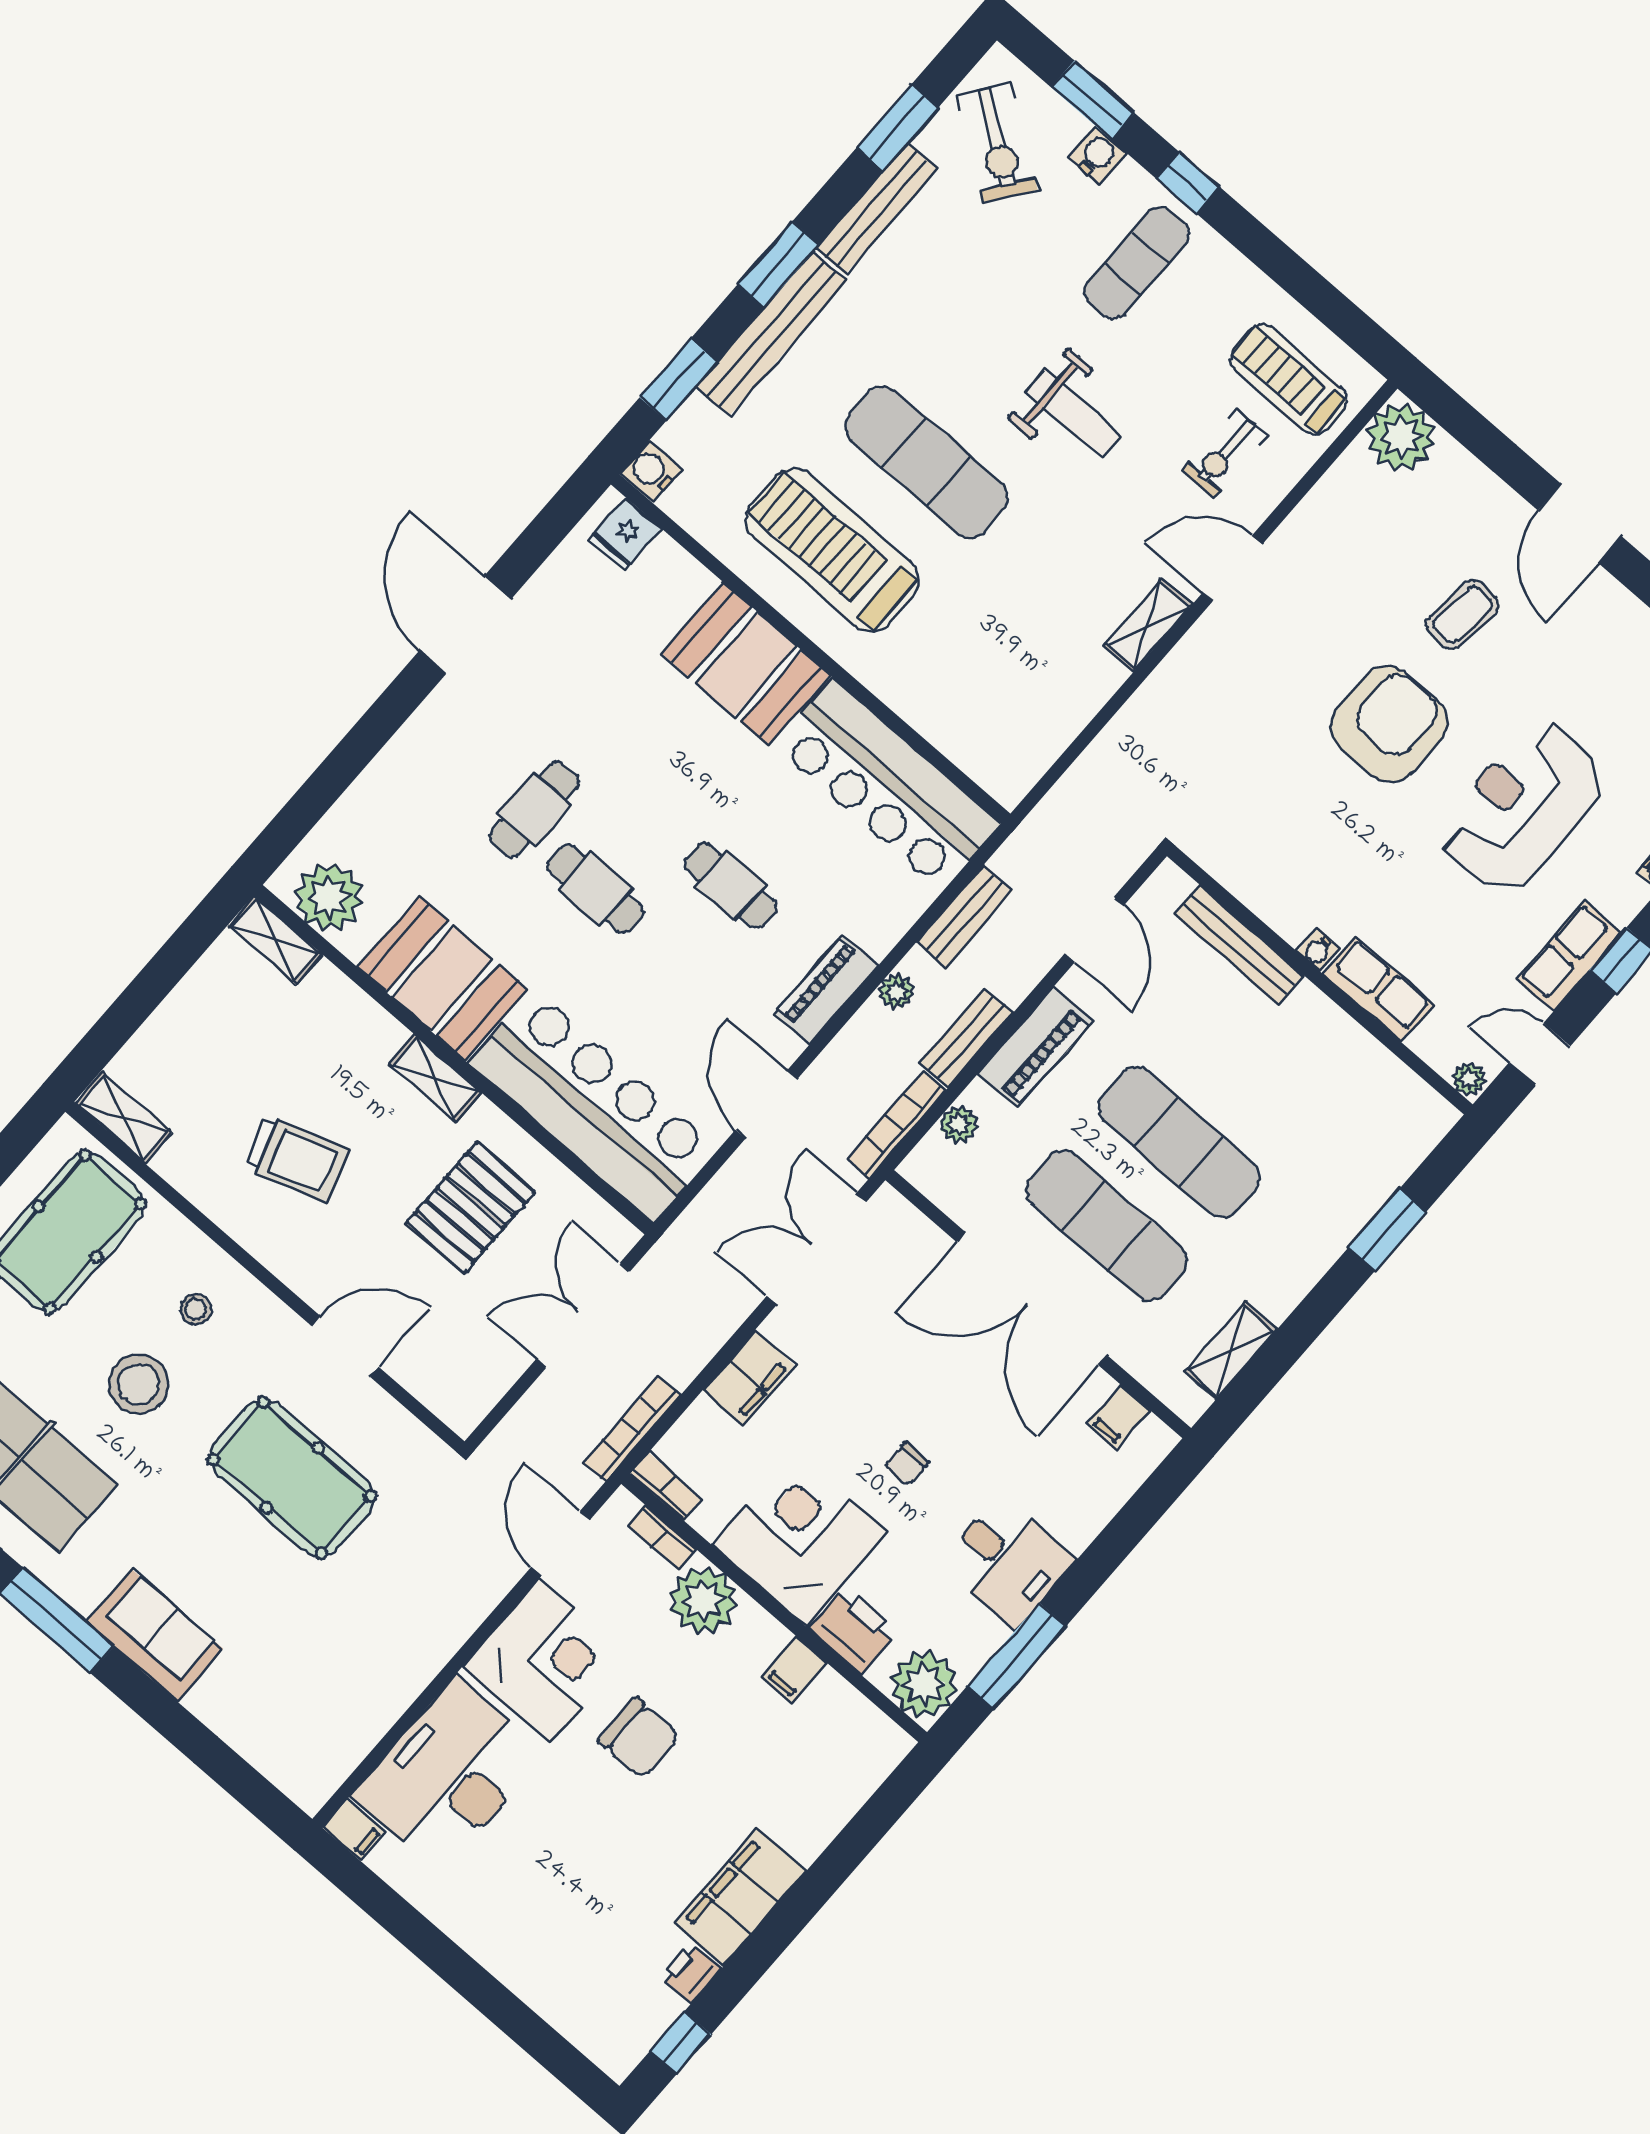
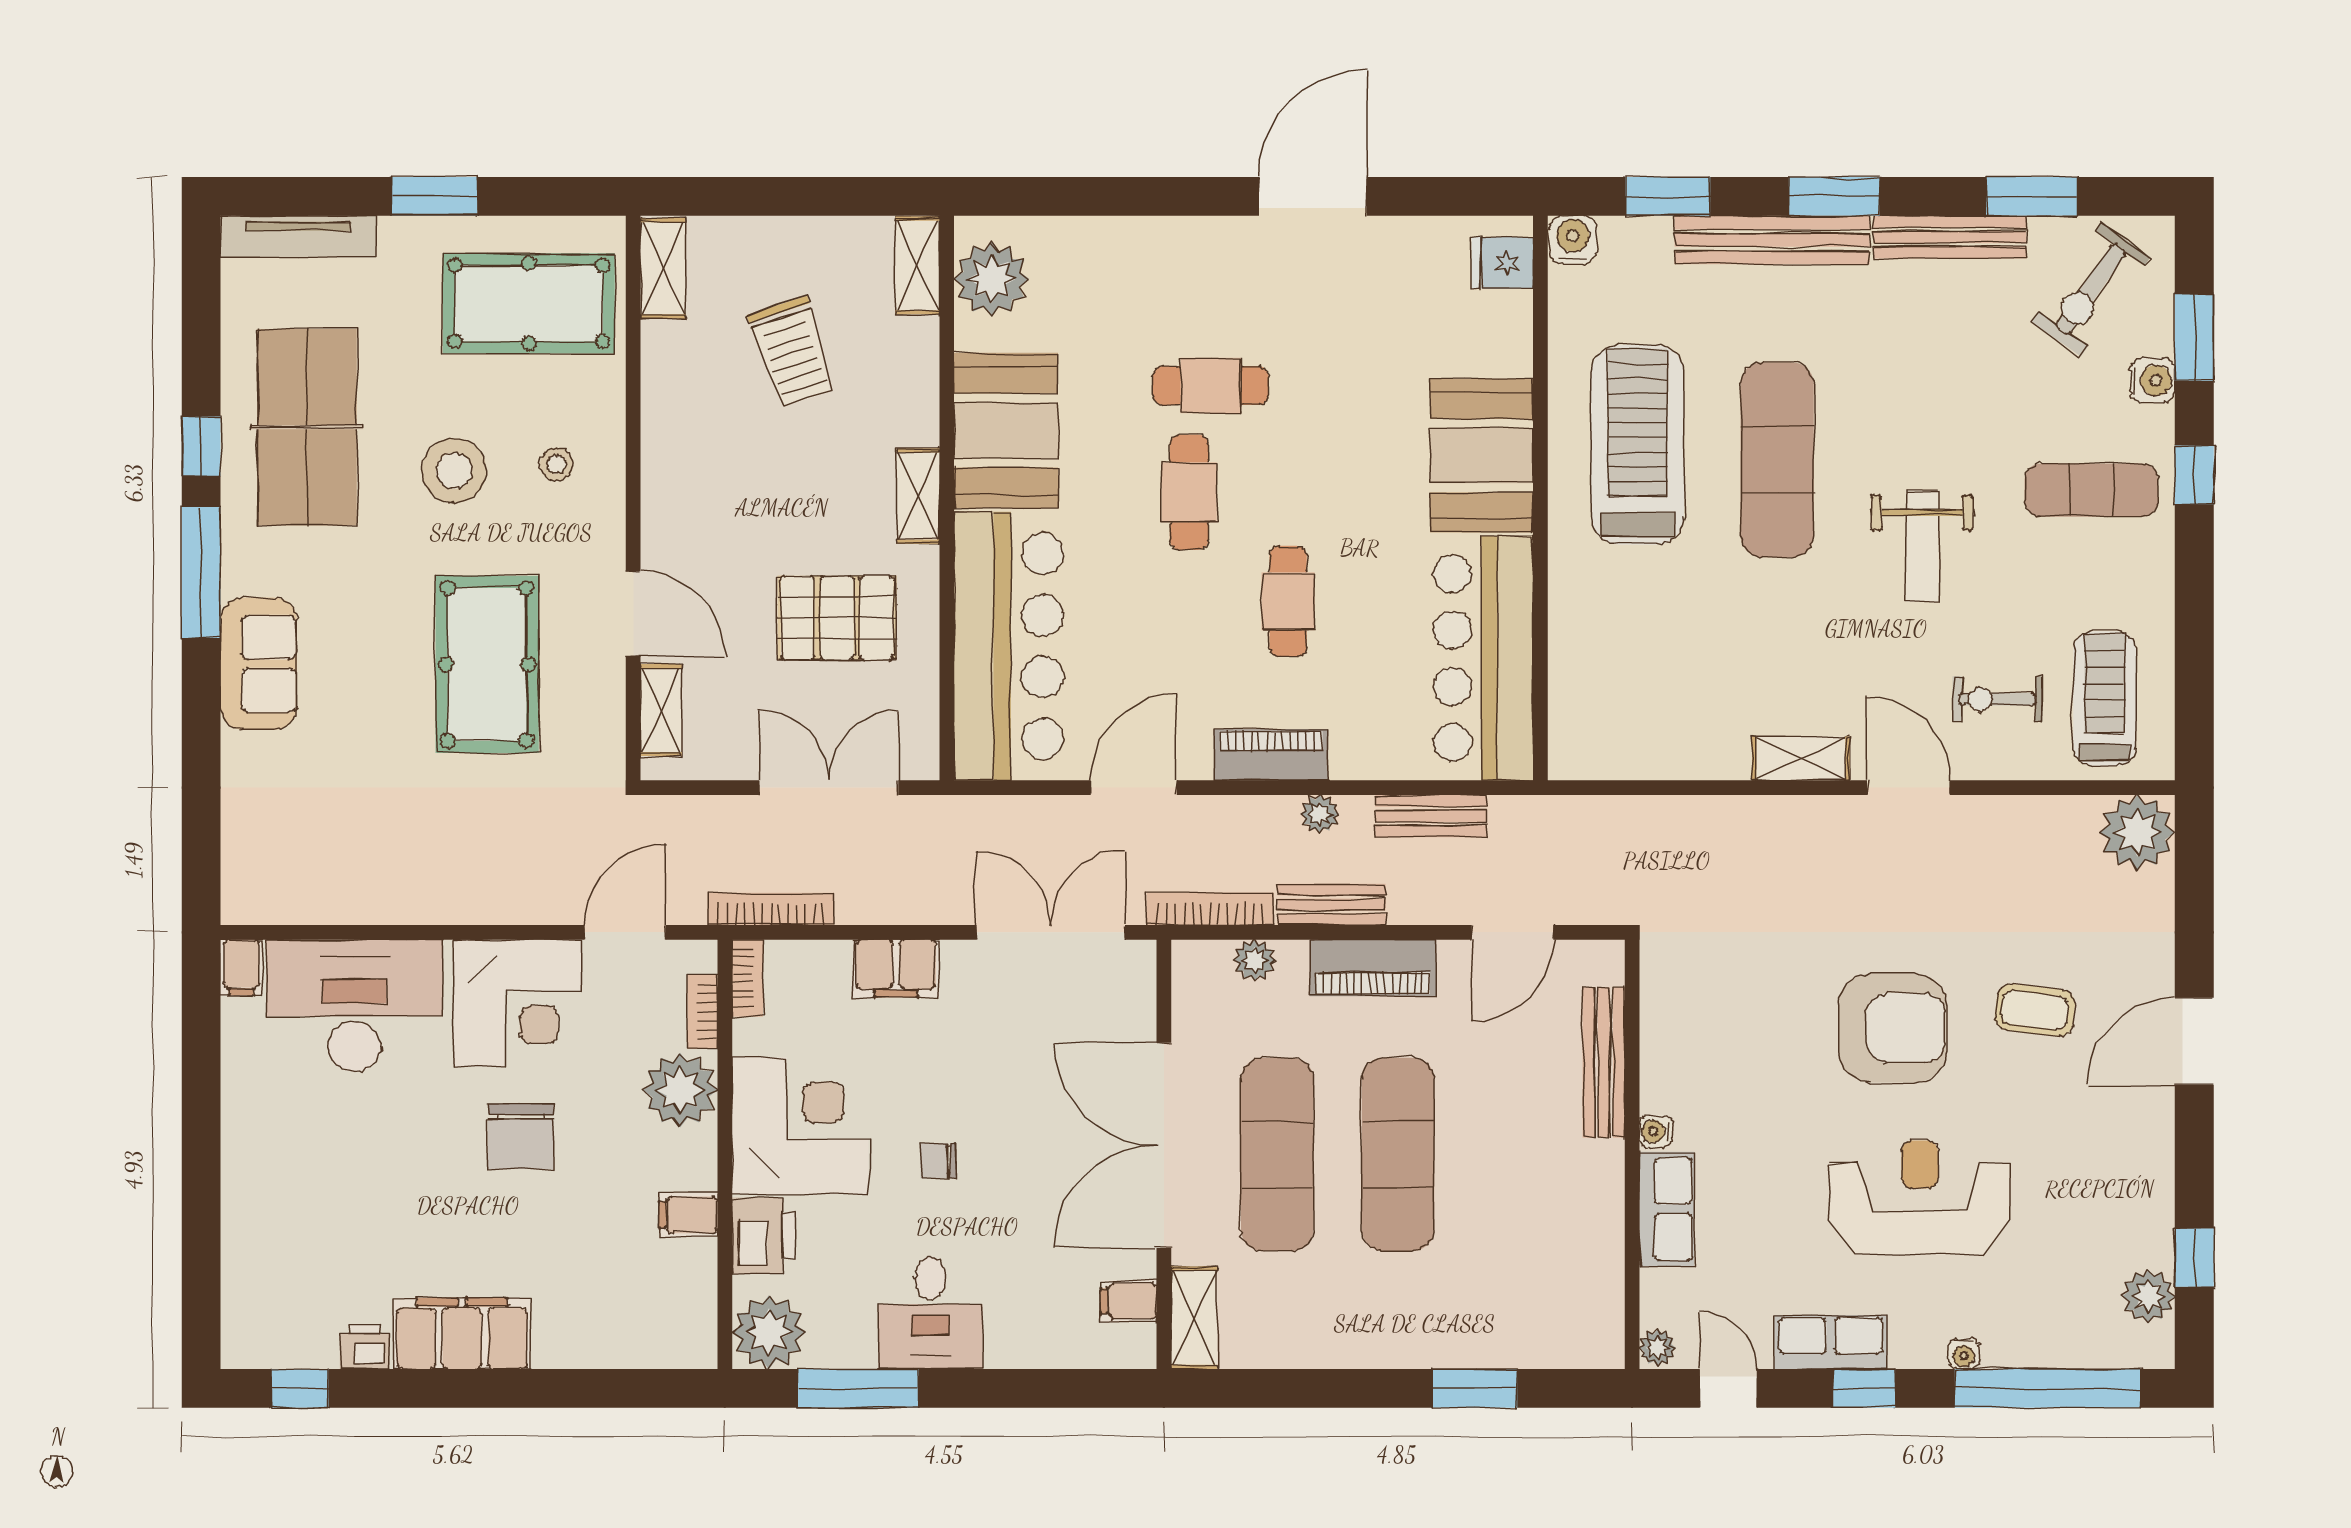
trolley: (297, 1159) -> (792, 352), moved
shelving: (1231, 1351) -> (1194, 1318), moved, turned 90
shelving: (428, 1385) -> (661, 710), added

